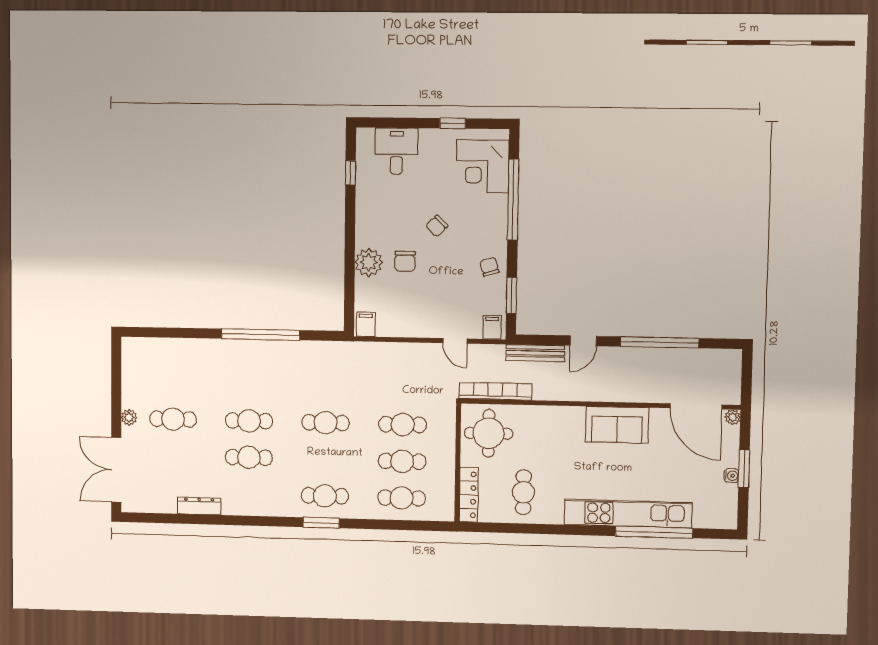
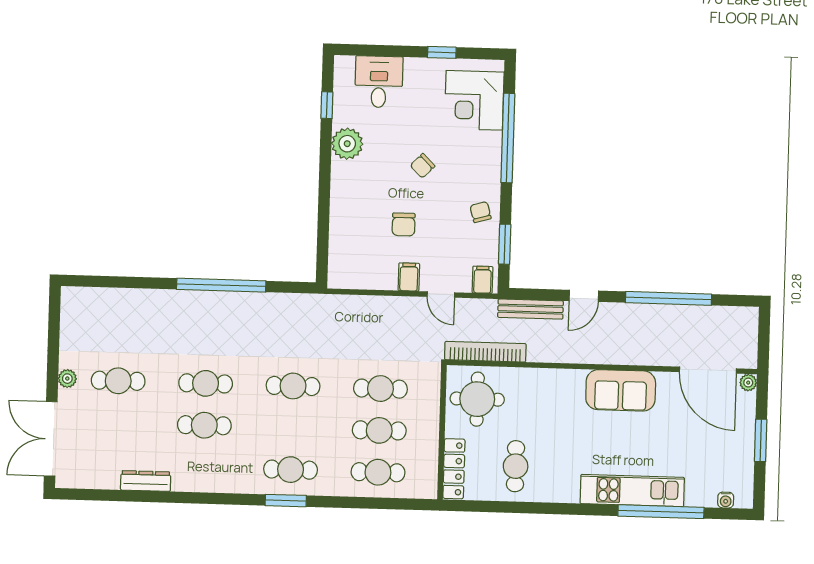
chair: (405, 261) -> (404, 224), moved
plant: (369, 262) -> (347, 144), moved
filing cabinet: (366, 324) -> (409, 277), moved
water cooler: (732, 476) -> (726, 500), moved, turned 90
kitchen unit: (628, 514) -> (632, 491), width x0.73

